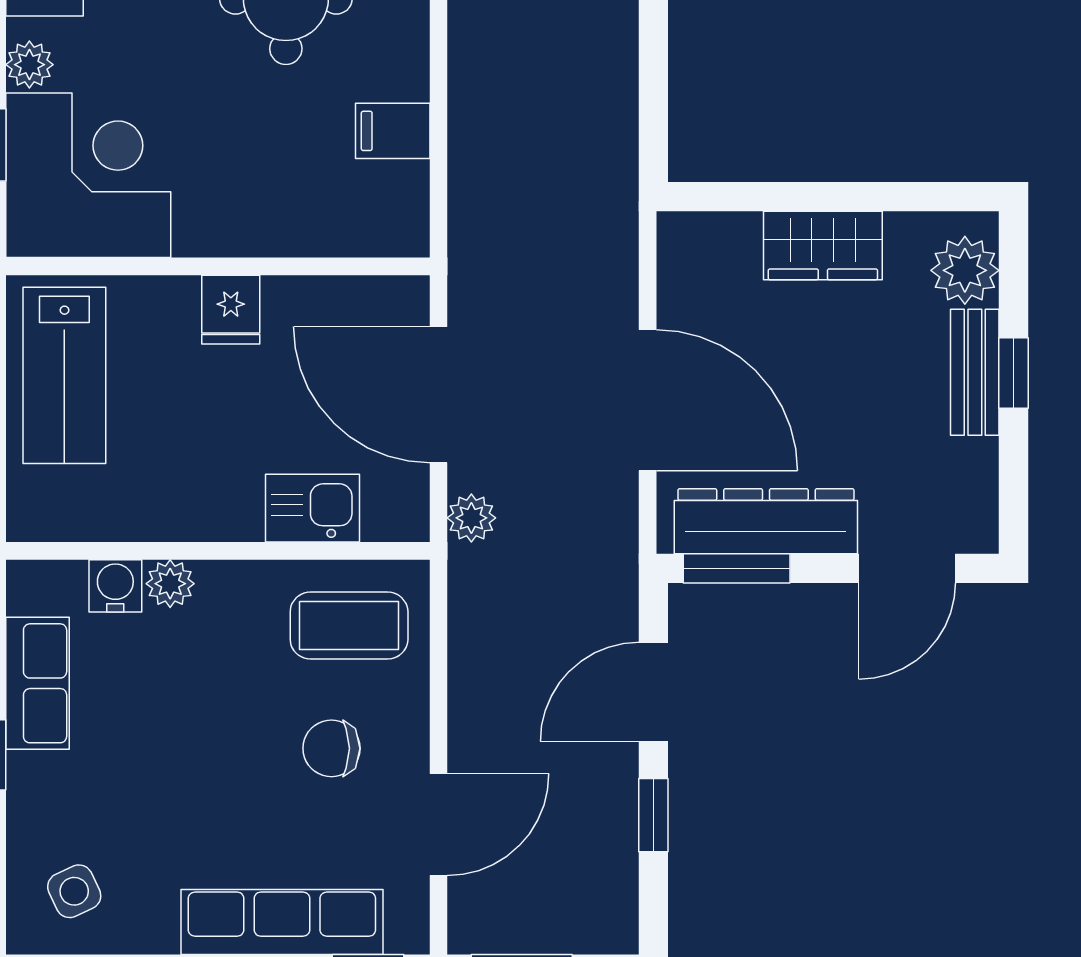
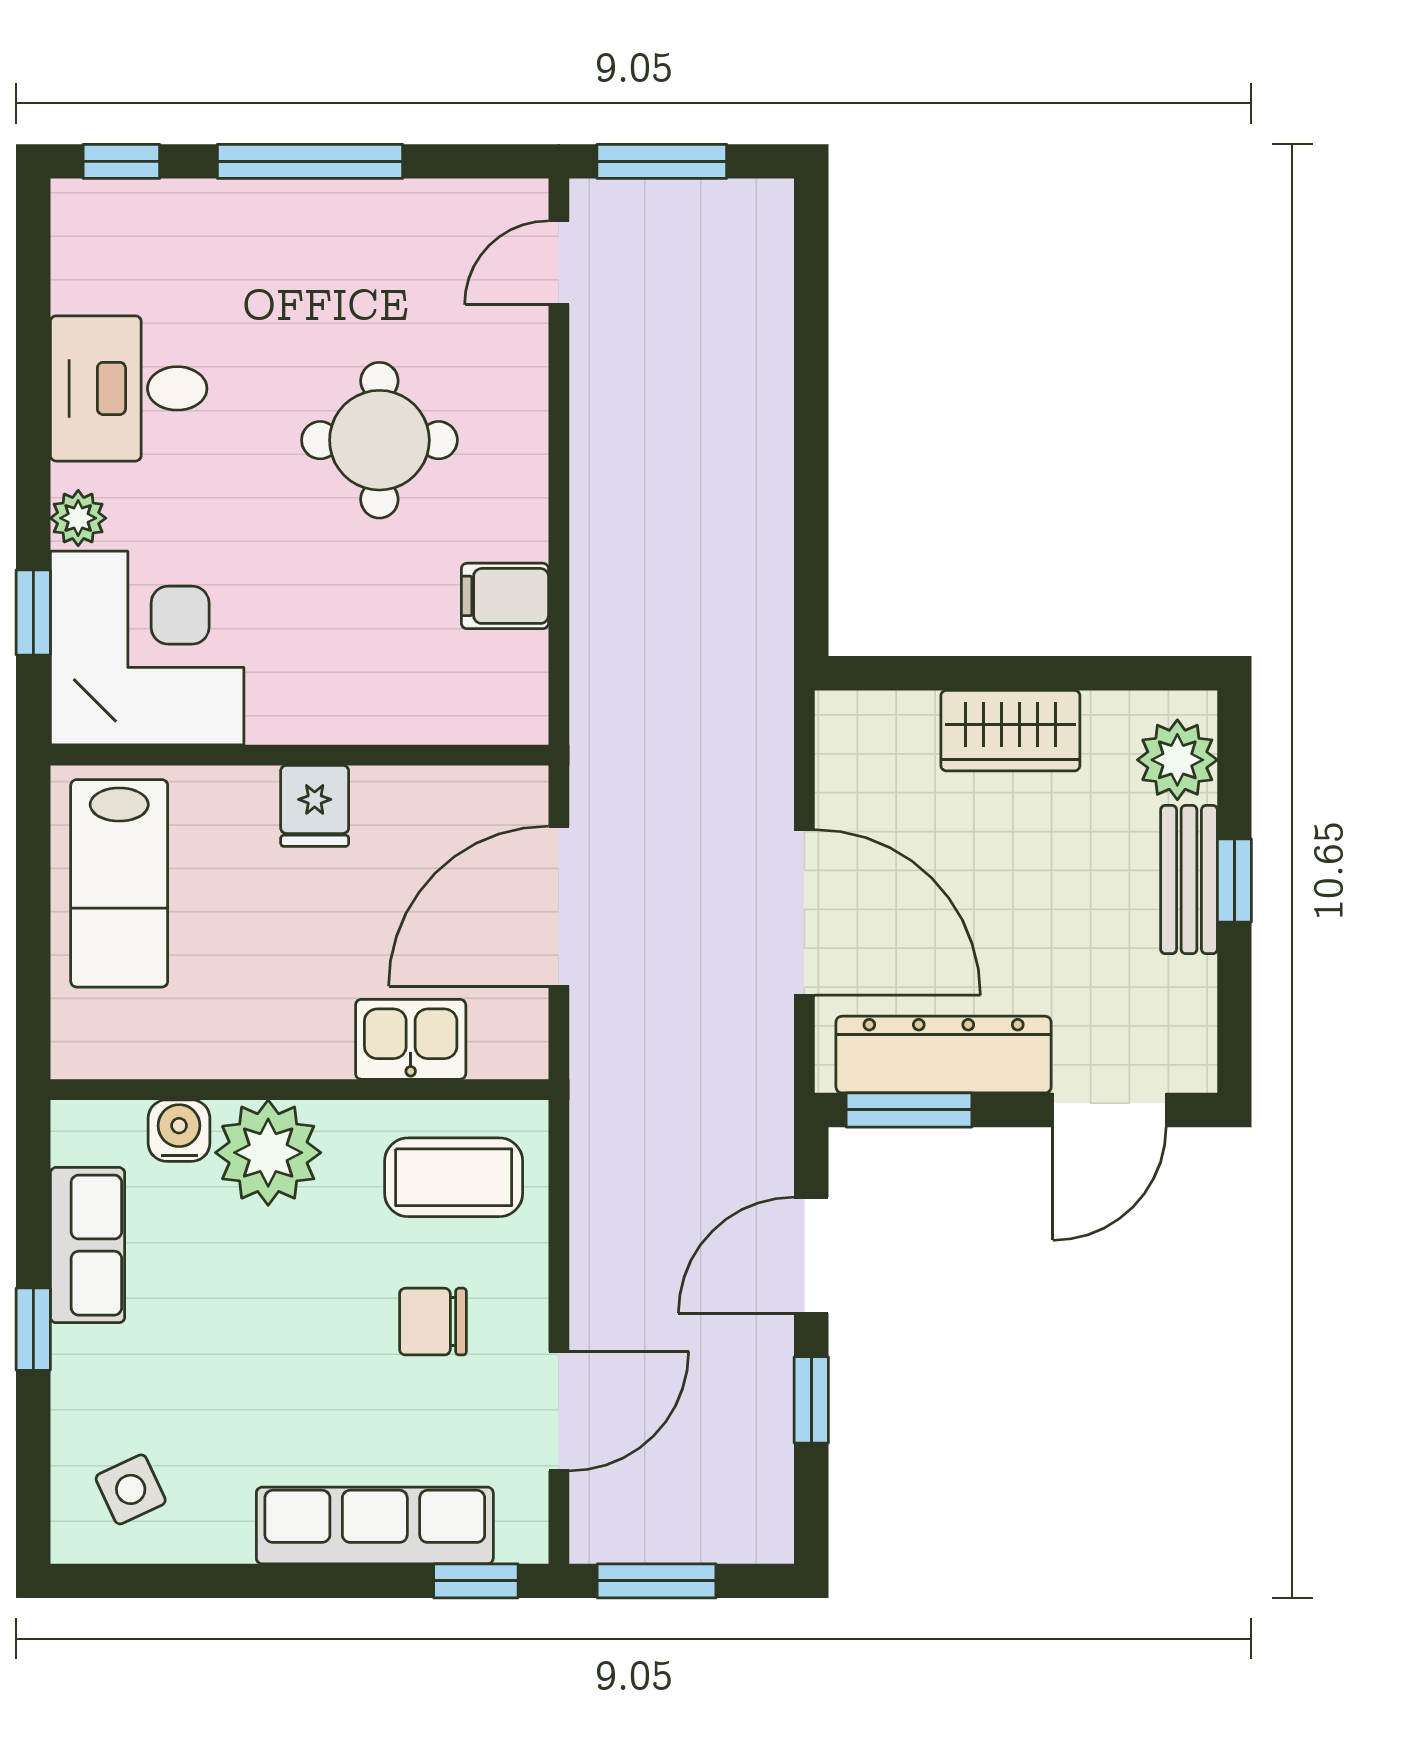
door: (439, 395) -> (559, 906), hinge flipped
plant: (471, 518) -> (597, 1051), removed
plant: (170, 584) -> (268, 1153), width x1.87, depth x1.87

